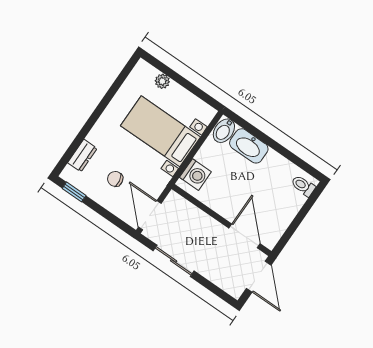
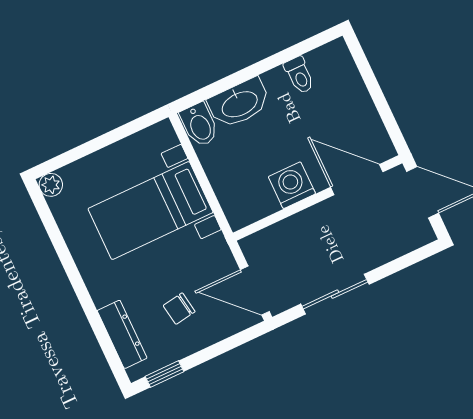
plant: (162, 81) -> (51, 185), moved
dresser: (82, 155) -> (122, 334), width x1.44
washing machine: (195, 175) -> (292, 185), moved, turned -90
toilet: (303, 186) -> (299, 75), moved, turned -90

